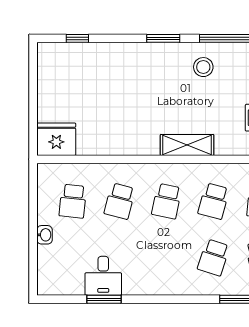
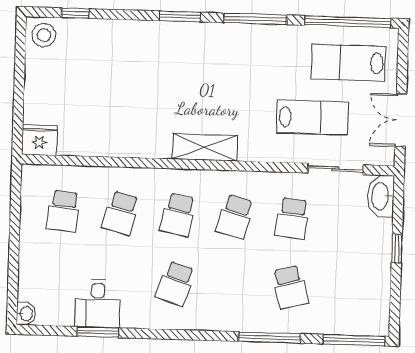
stool: (203, 67) -> (44, 35), moved
fridge: (56, 139) -> (39, 140), width x0.73, depth x0.75
washbasin: (45, 235) -> (26, 314), moved
school desk: (214, 257) -> (176, 284), moved

